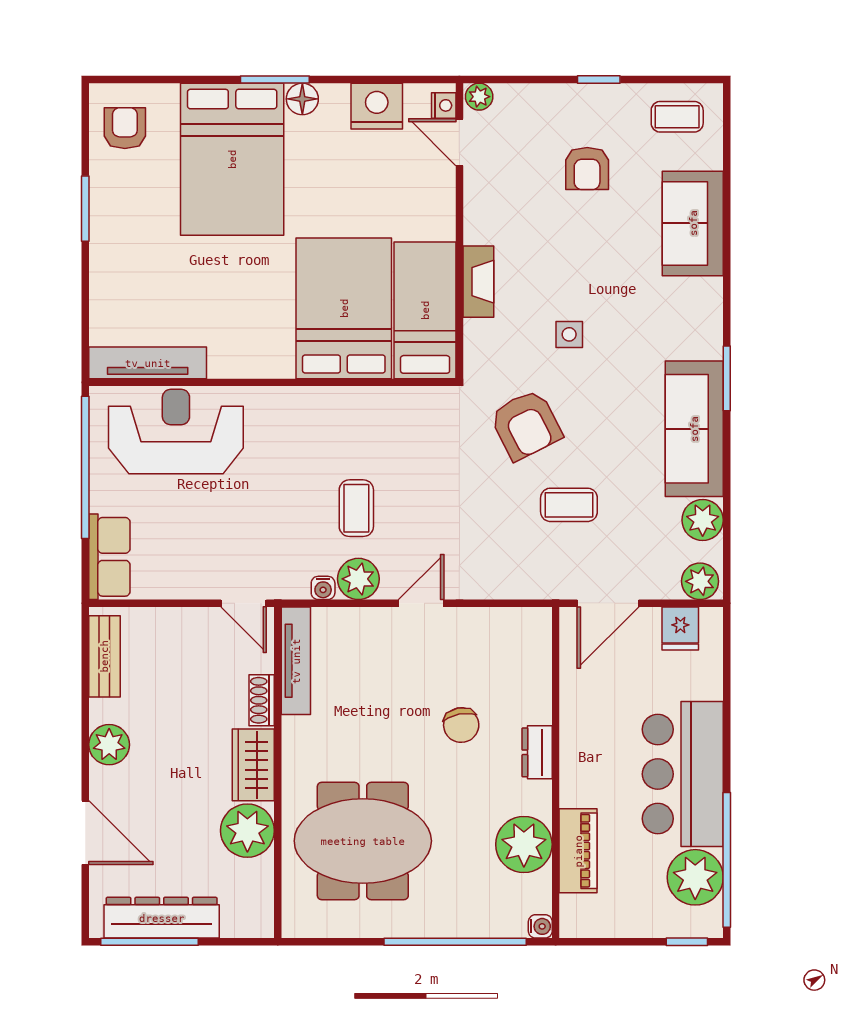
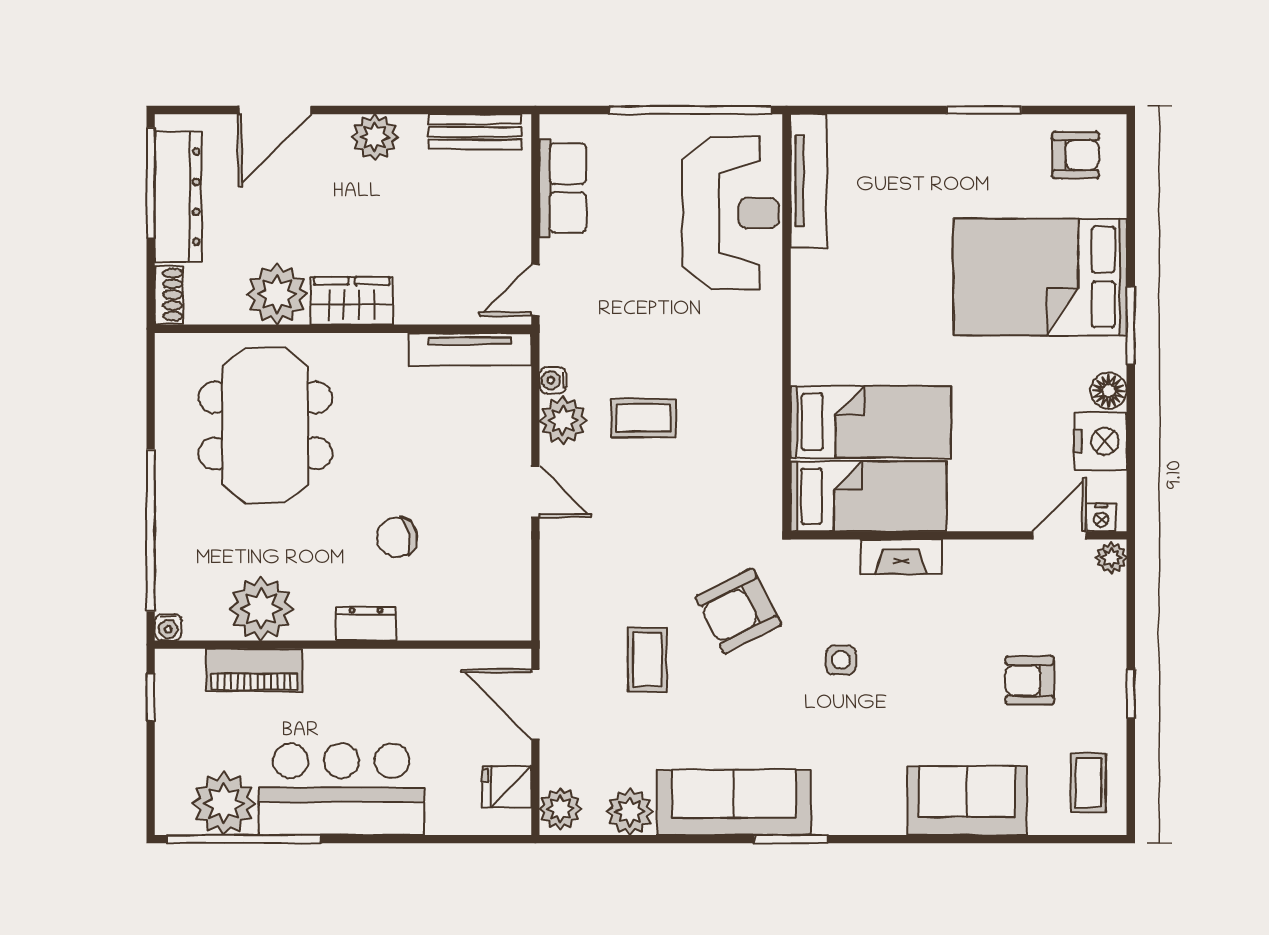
floor lamp: (302, 99) -> (1109, 391), moved
bed: (344, 308) -> (871, 422), width x0.67
row of seats: (109, 557) -> (563, 188), moved, turned -90
shoe rack: (262, 700) -> (169, 295), moved, turned 90
window: (687, 942) -> (151, 697), moved

